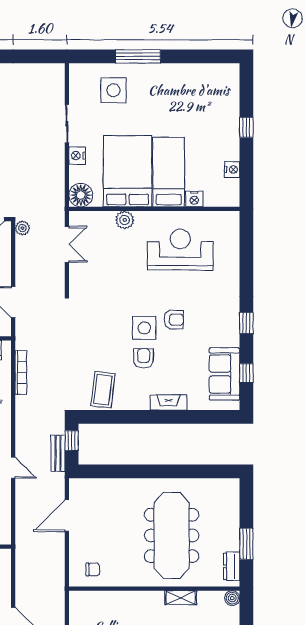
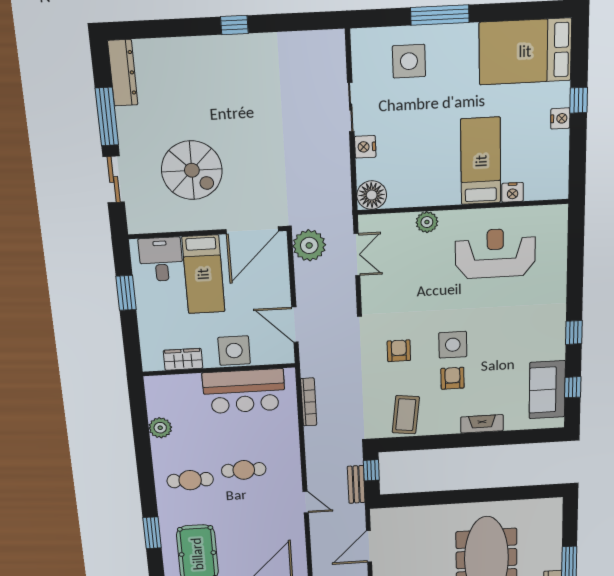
nightstand: (232, 169) -> (560, 118), moved
bed: (128, 171) -> (525, 51), moved, turned -90
plant: (22, 228) -> (309, 245), width x1.87, depth x1.87
armchair: (174, 320) -> (399, 351), moved, turned -90

